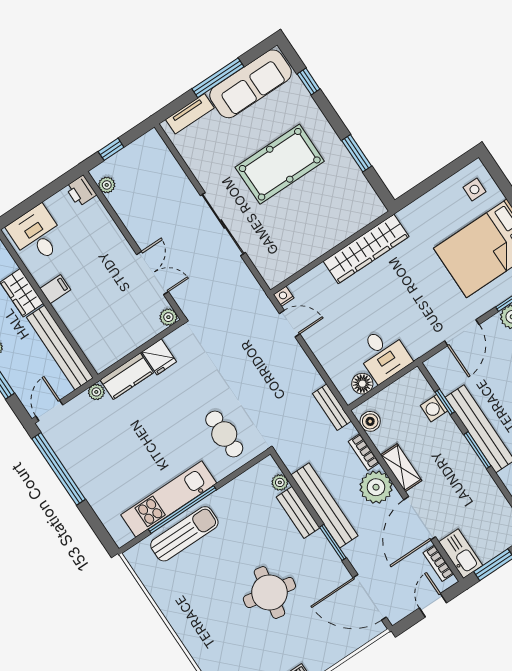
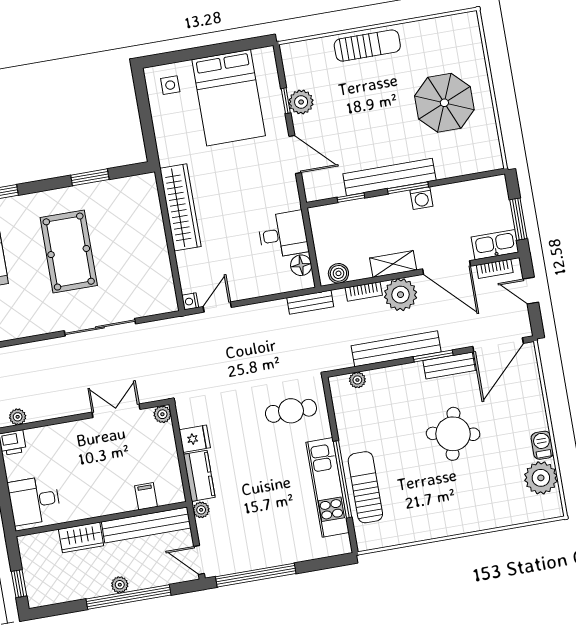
filing cabinet: (55, 289) -> (146, 496), moved
washing machine: (434, 408) -> (421, 198), moved
bench: (298, 512) -> (449, 366), moved

